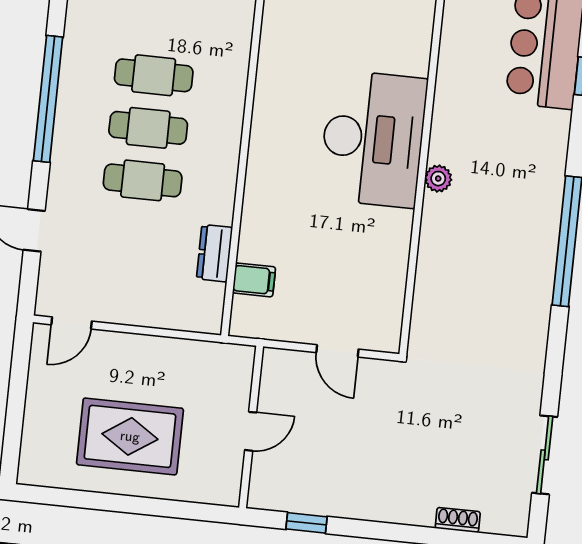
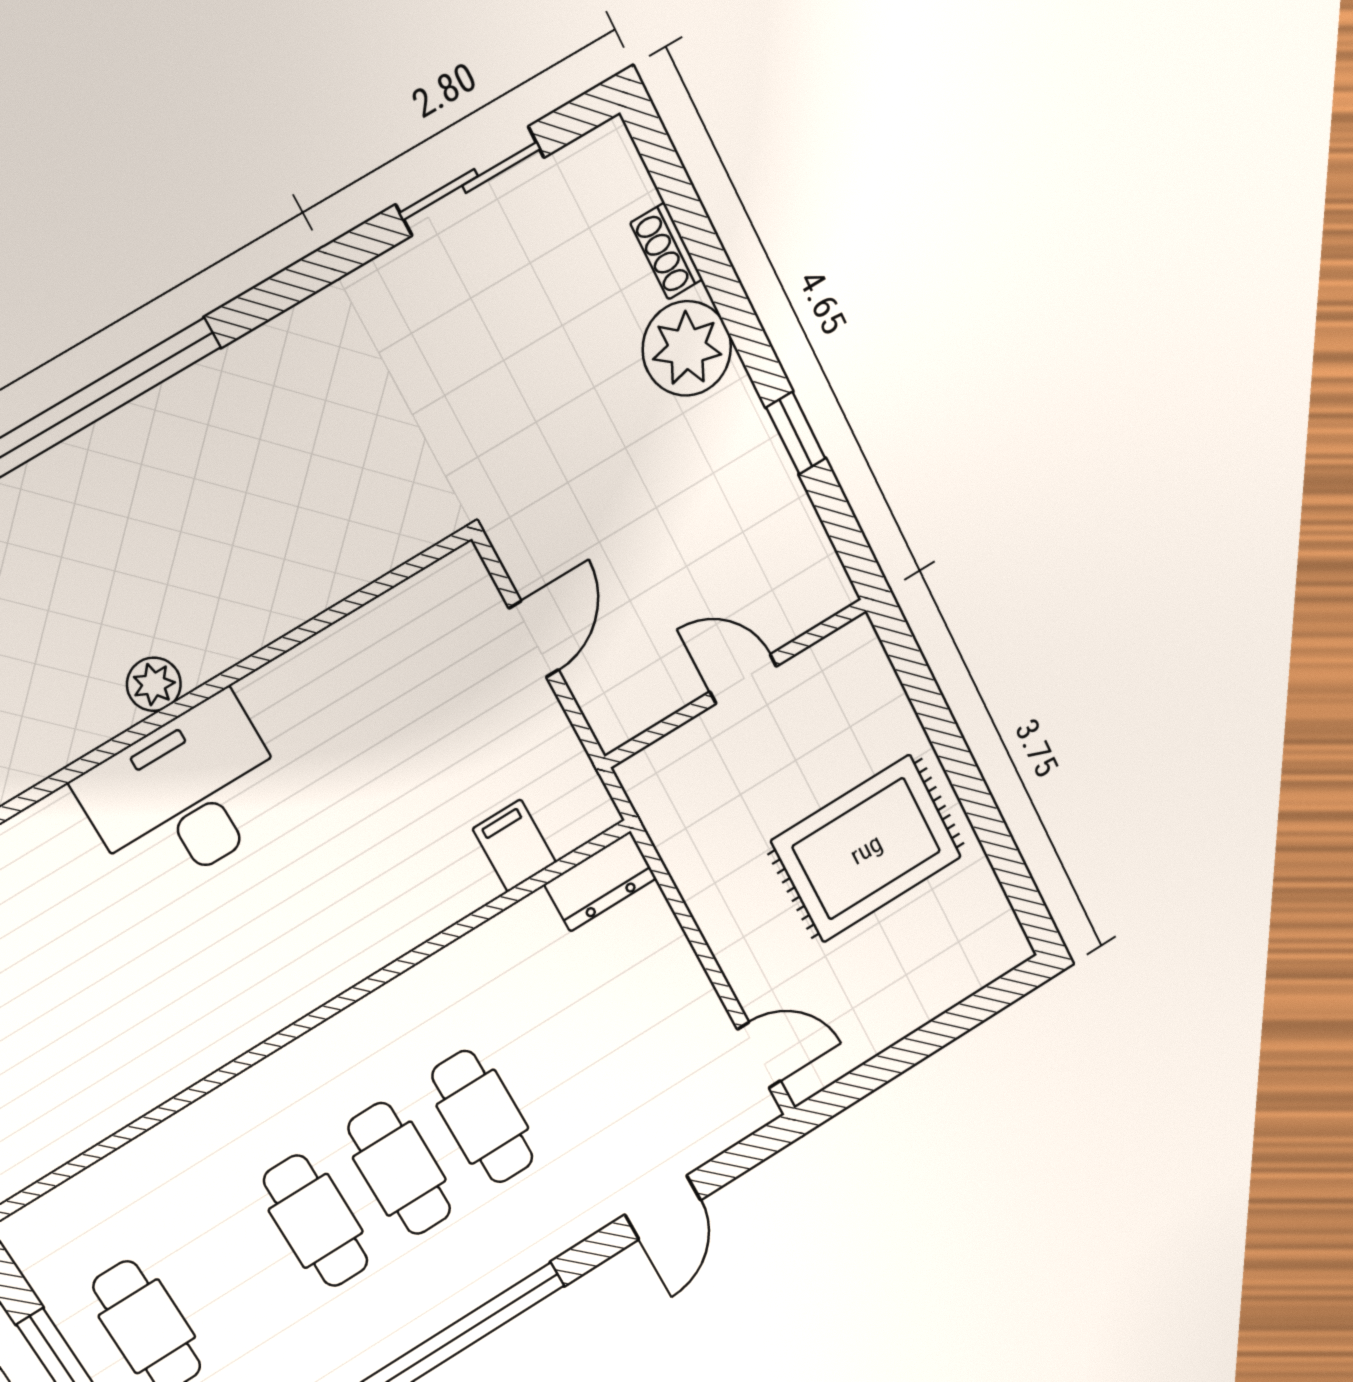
desk: (373, 139) -> (186, 796), width x0.73, depth x0.77
dresser: (214, 253) -> (600, 881), moved
rug: (130, 436) -> (866, 849), turned 90
plant: (411, 502) -> (687, 348), added
window: (306, 523) -> (796, 433), moved

